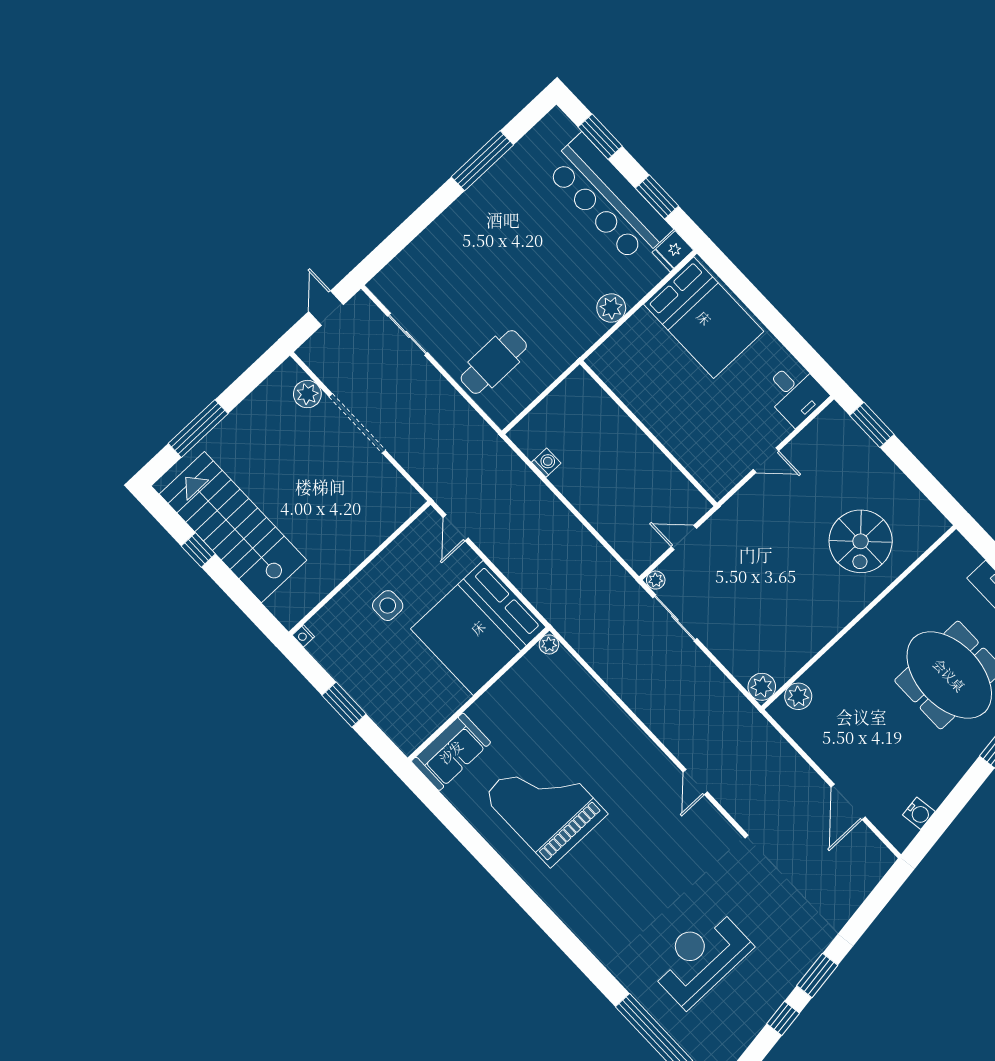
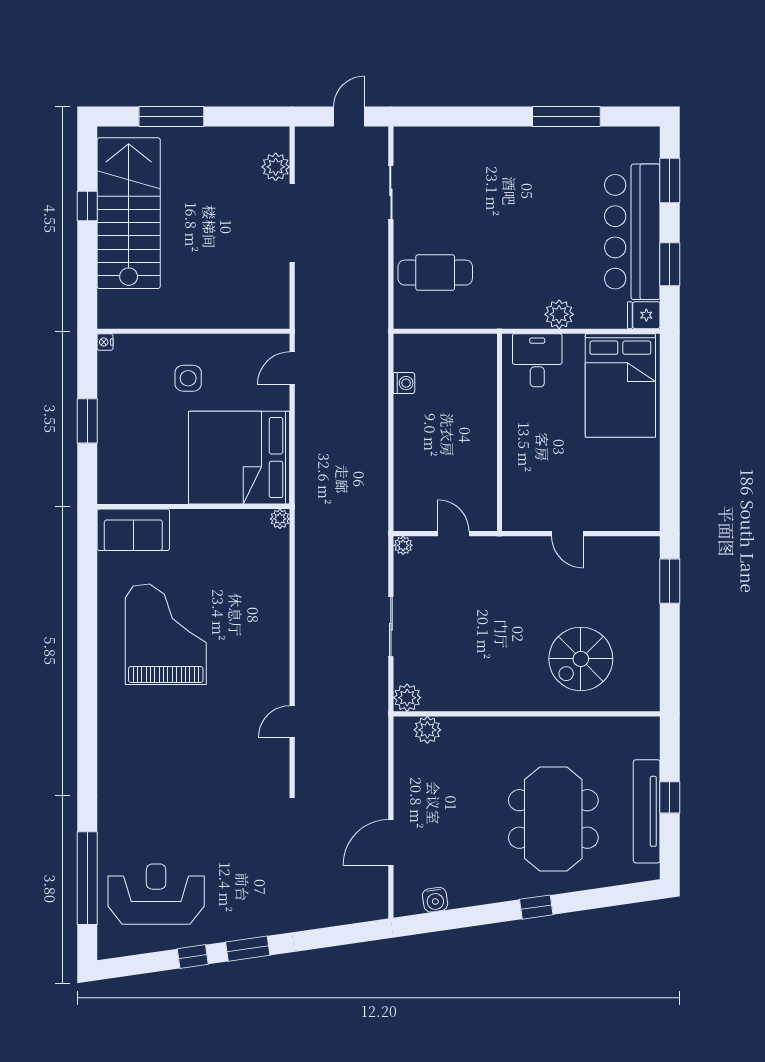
desk: (795, 393) -> (537, 360), moved, turned 180
sliding door: (675, 618) -> (391, 627), moved
reception desk: (700, 958) -> (156, 894), moved

